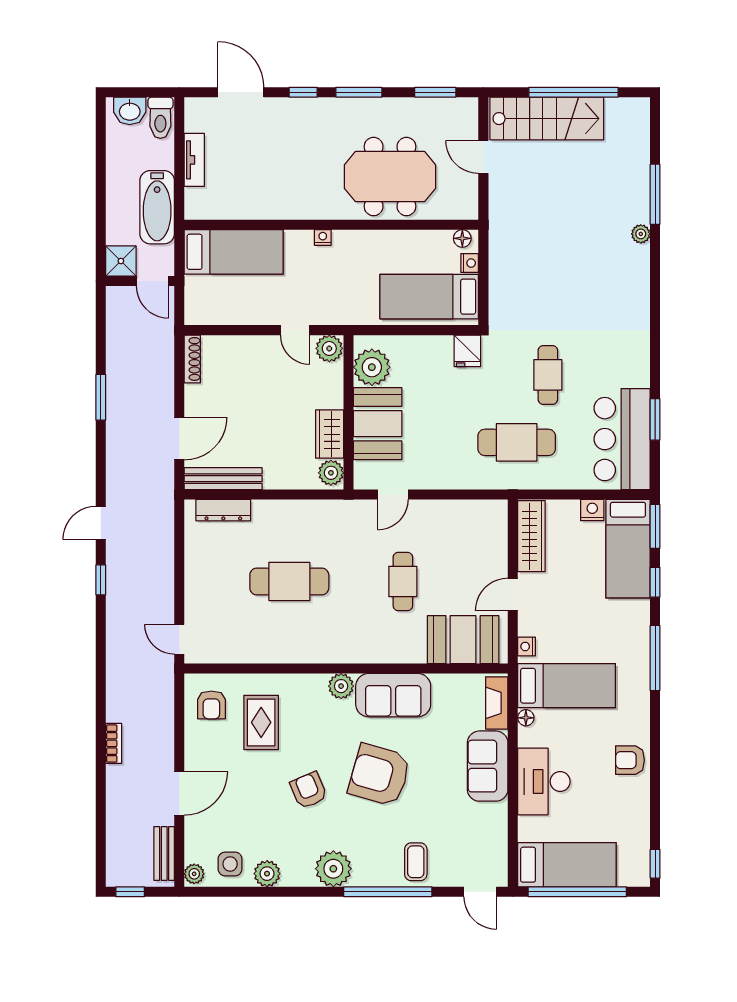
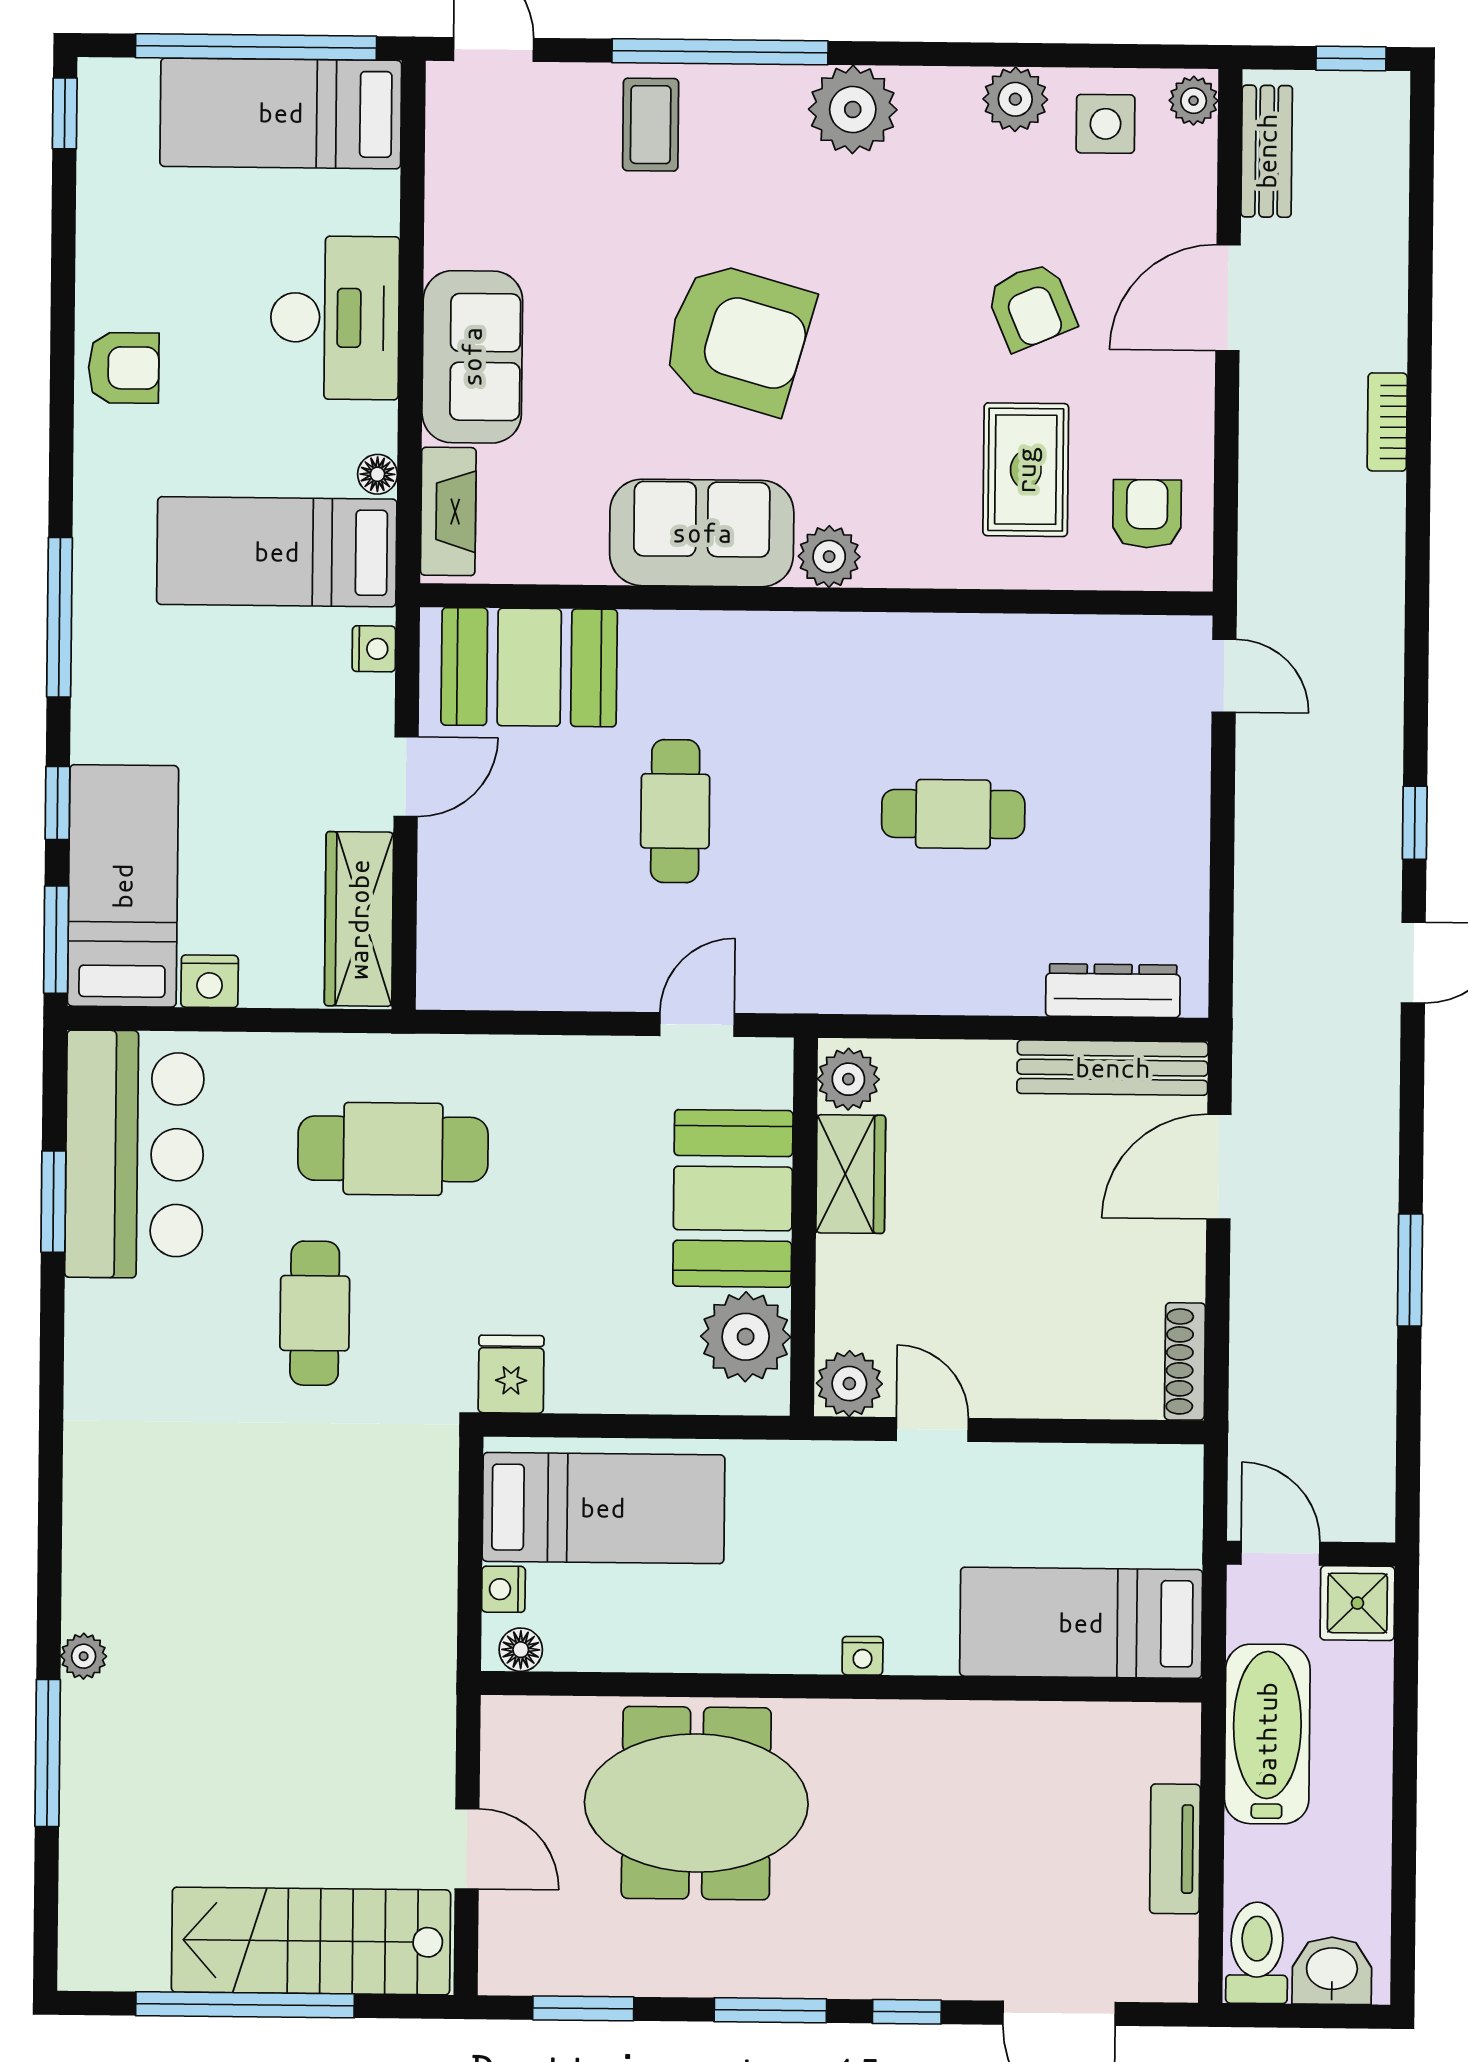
cafe table: (289, 581) -> (953, 814), width x0.73, depth x0.74
armchair: (309, 790) -> (1031, 306), moved

